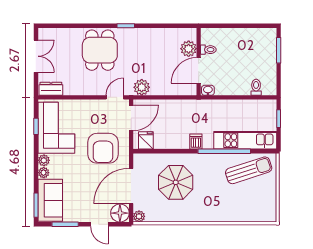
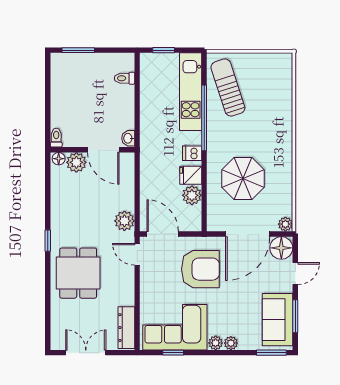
floor lamp: (192, 34) -> (59, 159), added
dining table: (100, 50) -> (78, 273), turned 90
toilet: (208, 50) -> (56, 138), moved
dresser: (51, 89) -> (126, 328), width x1.44
fridge: (146, 140) -> (191, 175), moved
plant: (162, 141) -> (192, 195), added
door: (131, 186) -> (248, 234), hinge flipped
sofa: (50, 200) -> (277, 320), moved, turned -90

